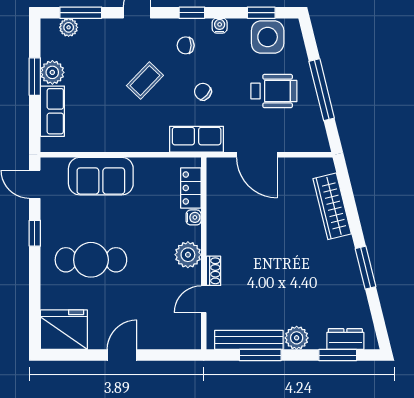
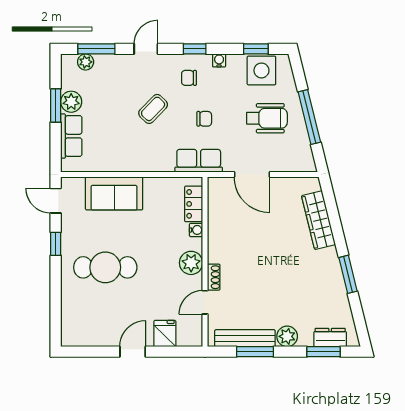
chair: (203, 92) -> (204, 119), turned 139
fridge: (64, 330) -> (165, 334), moved, width x0.53, depth x0.75

